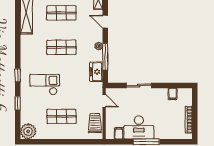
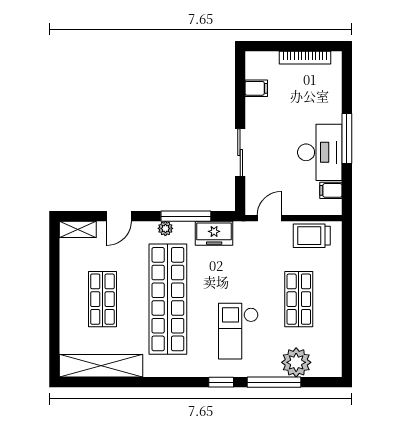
shop shelf: (61, 47) -> (168, 299), width x2.00, depth x1.36
window: (18, 103) -> (274, 382), width x2.17
plant: (28, 131) -> (296, 362), moved

